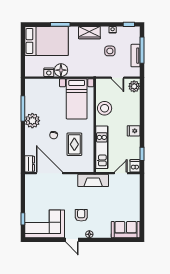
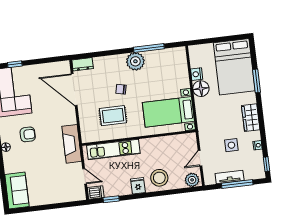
stool: (105, 108) -> (159, 178), moved
door: (49, 173) -> (74, 90), swing flipped

